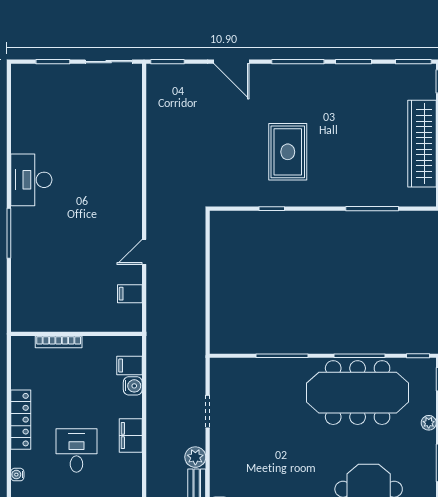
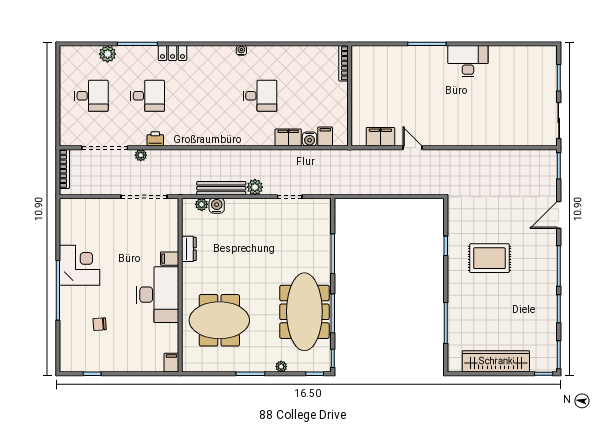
filing cabinet: (130, 294) -> (380, 137), width x2.00
bookcase: (59, 342) -> (343, 63), moved
locker: (21, 420) -> (284, 53), removed
filing cabinet: (131, 436) -> (288, 138), moved

